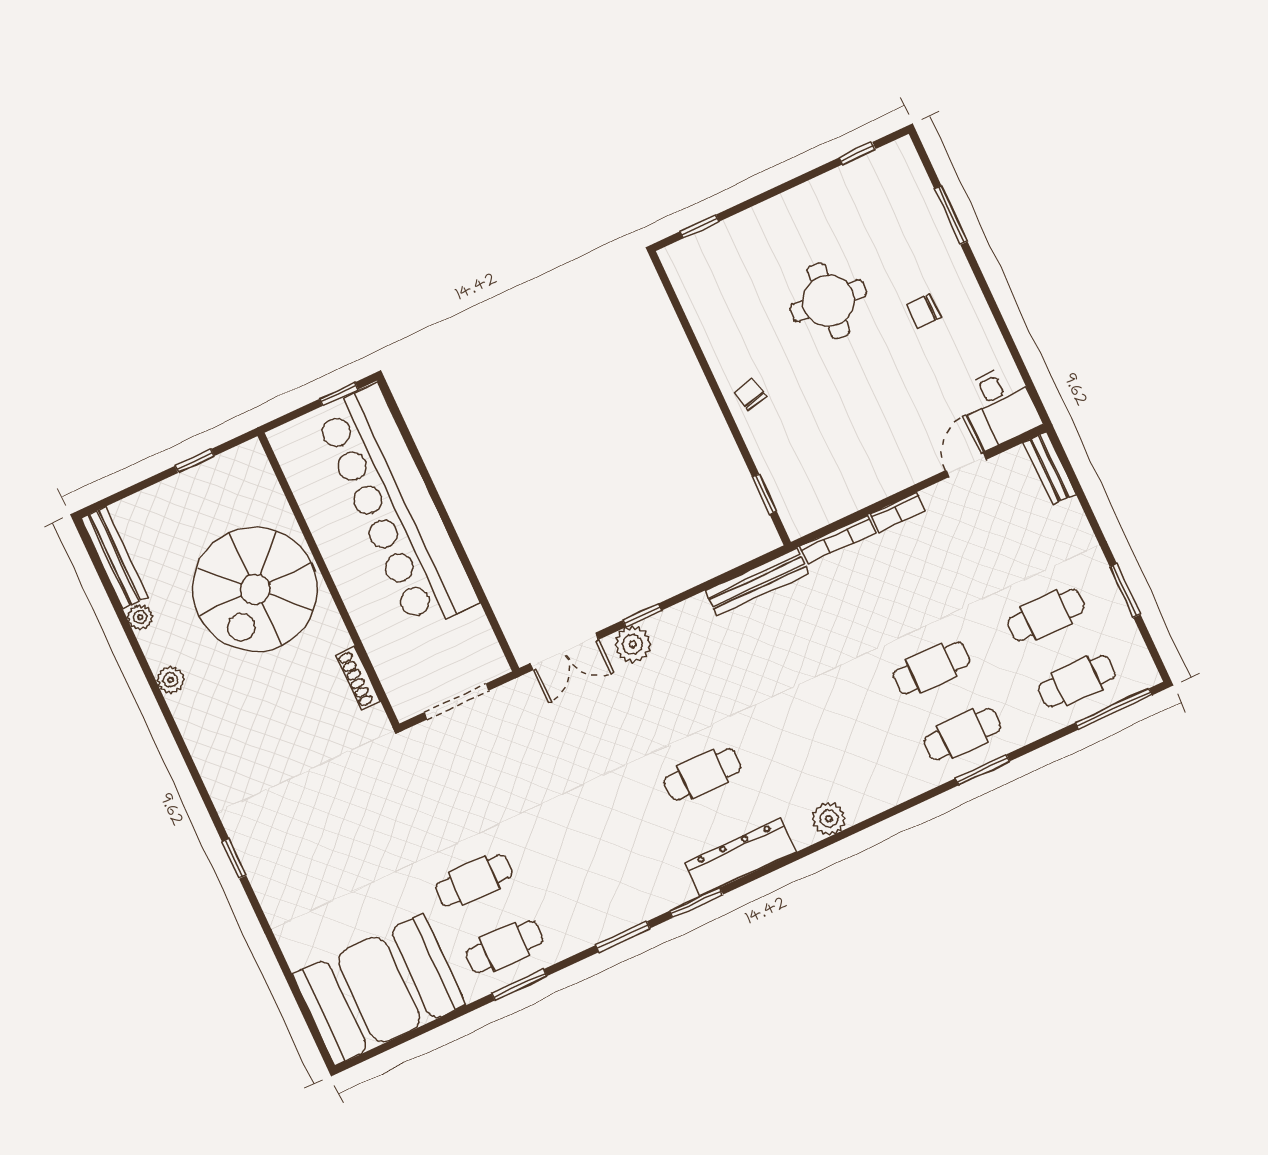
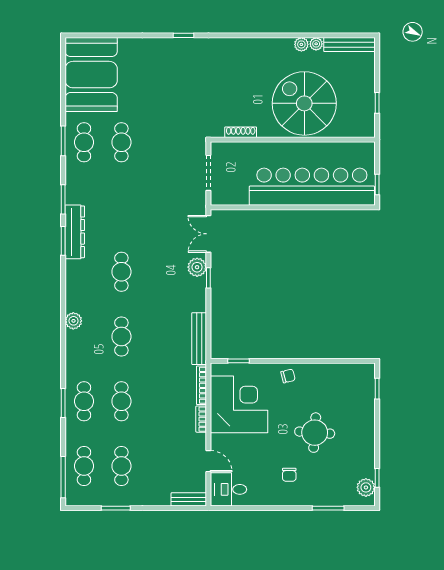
plant: (883, 165) -> (366, 487), added
chair: (924, 311) -> (289, 475), turned 180
corner desk: (841, 458) -> (239, 404), added
plant: (171, 680) -> (301, 44), moved
cafe table: (817, 721) -> (121, 336), added
dresser: (740, 857) -> (75, 232), moved

